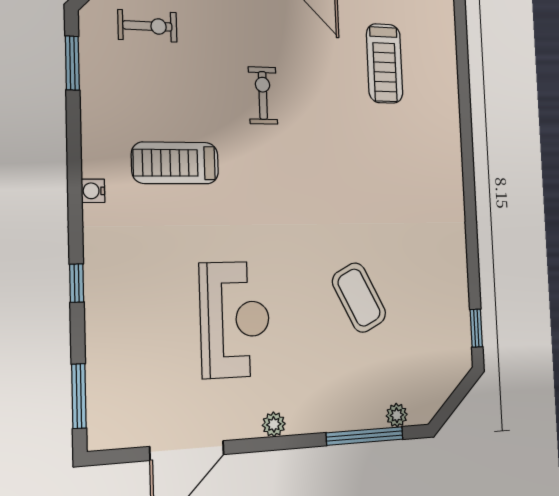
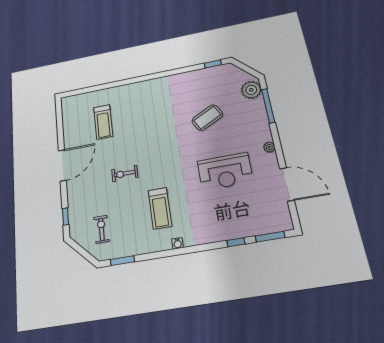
treadmill: (385, 63) -> (103, 122), turned 90
window: (77, 283) -> (236, 242), moved
reception desk: (235, 319) -> (225, 171), turned 180
plant: (397, 415) -> (251, 90), width x1.87, depth x1.87

